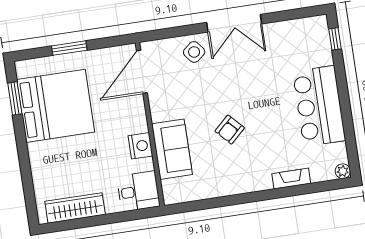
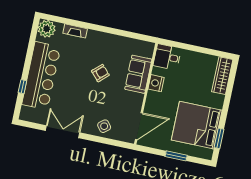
double door: (234, 23) -> (63, 132), moved
window: (335, 39) -> (22, 87), moved
bar counter: (319, 106) -> (41, 76), width x1.36
plant: (343, 171) -> (47, 29), width x1.87, depth x1.87
wardrobe: (75, 208) -> (222, 76), moved, turned 90

